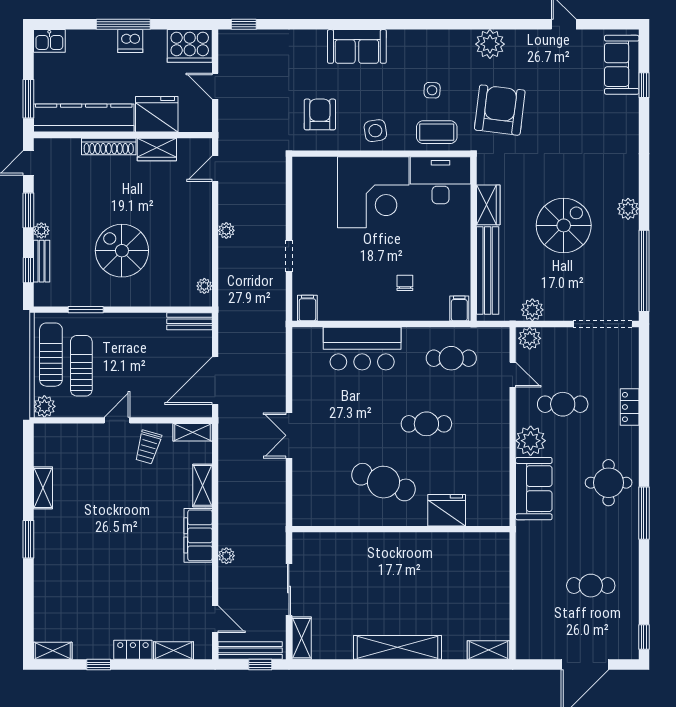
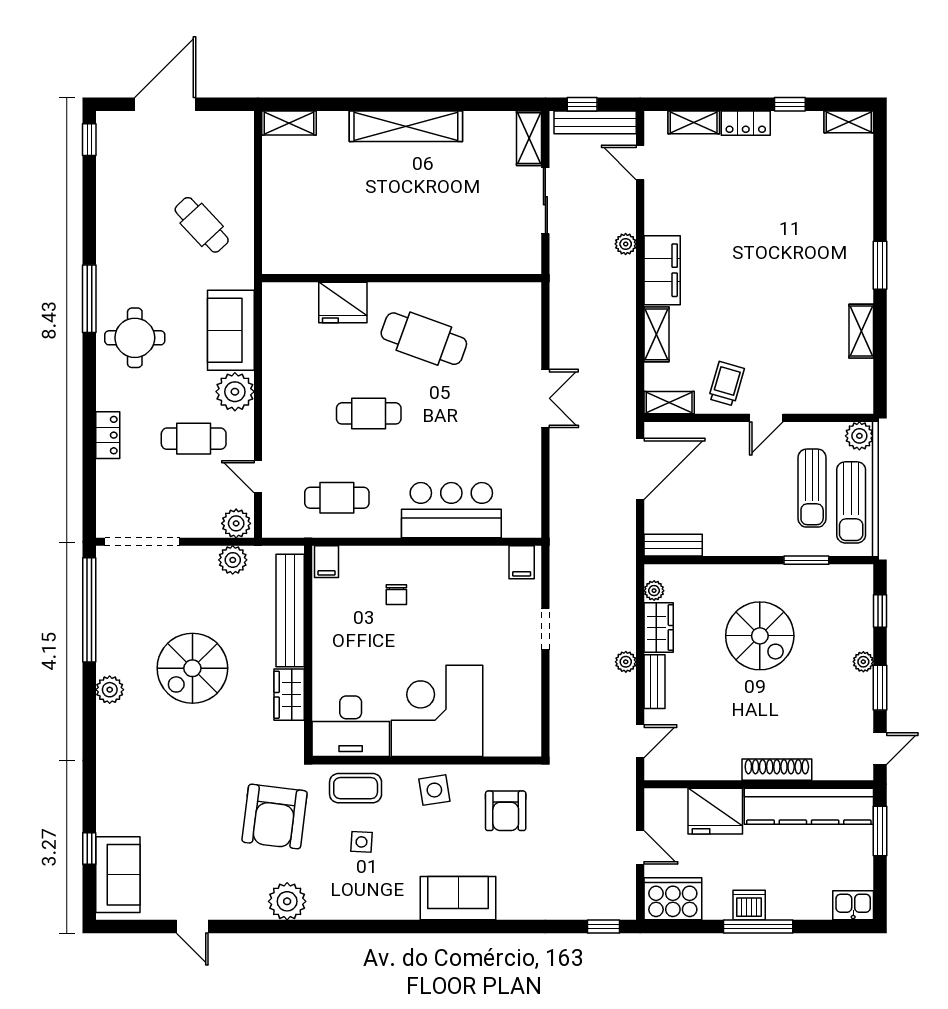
wardrobe: (157, 150) -> (659, 628), moved, turned 90
bench: (42, 261) -> (654, 682), moved
cafe table: (591, 586) -> (202, 225), moved, turned 47

